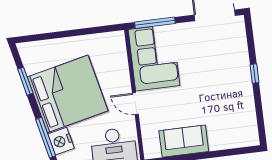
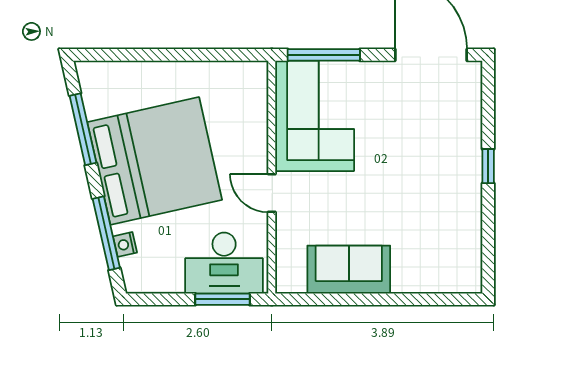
window: (25, 81) -> (83, 129), width x1.44
nightstand: (61, 141) -> (125, 244), width x0.53, depth x0.56

